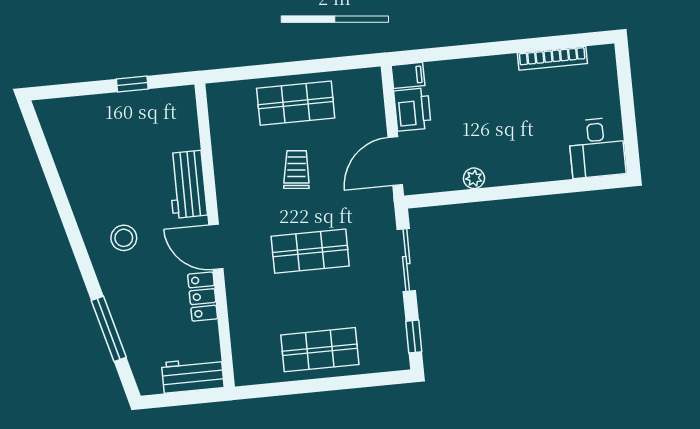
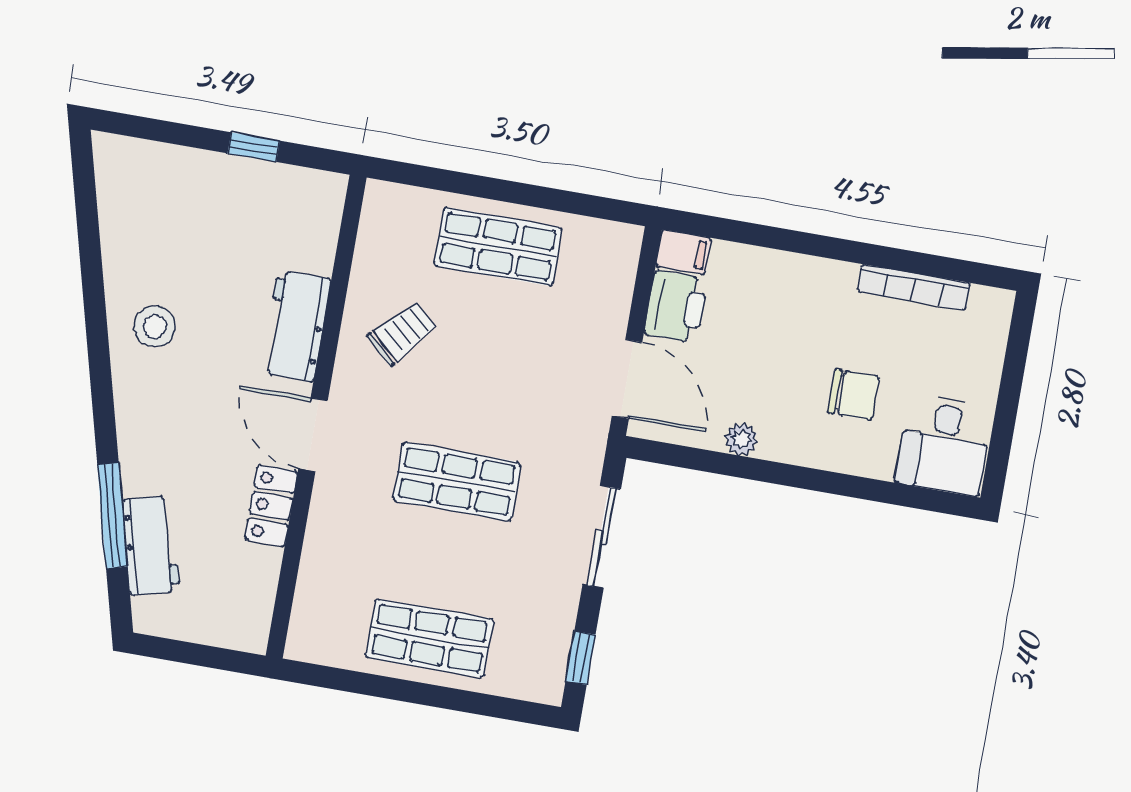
chair: (534, 133) -> (853, 395), added
door: (395, 161) -> (627, 379), swing flipped
trolley: (296, 170) -> (402, 333), moved, turned 36
stool: (124, 238) -> (155, 327), moved
workbench: (193, 375) -> (151, 545), moved, turned 75

